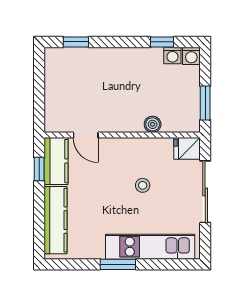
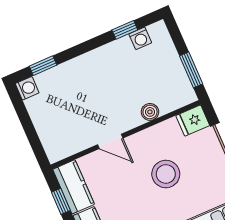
washing machine: (191, 56) -> (27, 88), moved, turned -90
door: (86, 135) -> (110, 141), moved
stool: (143, 185) -> (166, 174), width x1.89, depth x1.89

